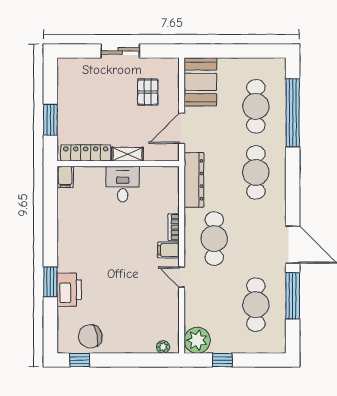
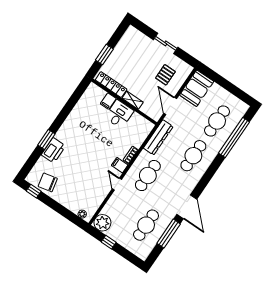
door: (182, 128) -> (170, 106), hinge flipped
filing cabinet: (65, 177) -> (108, 101), moved

